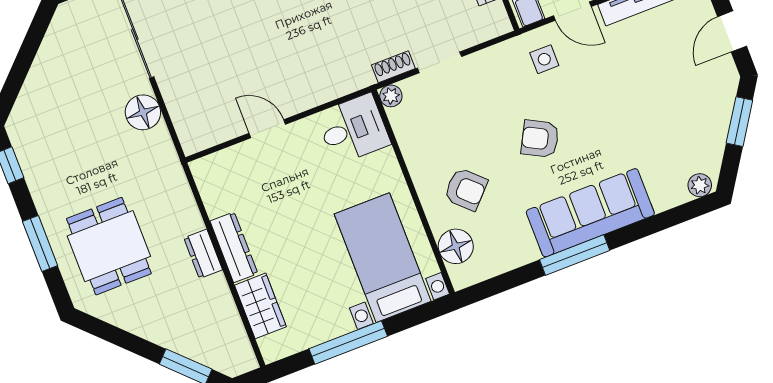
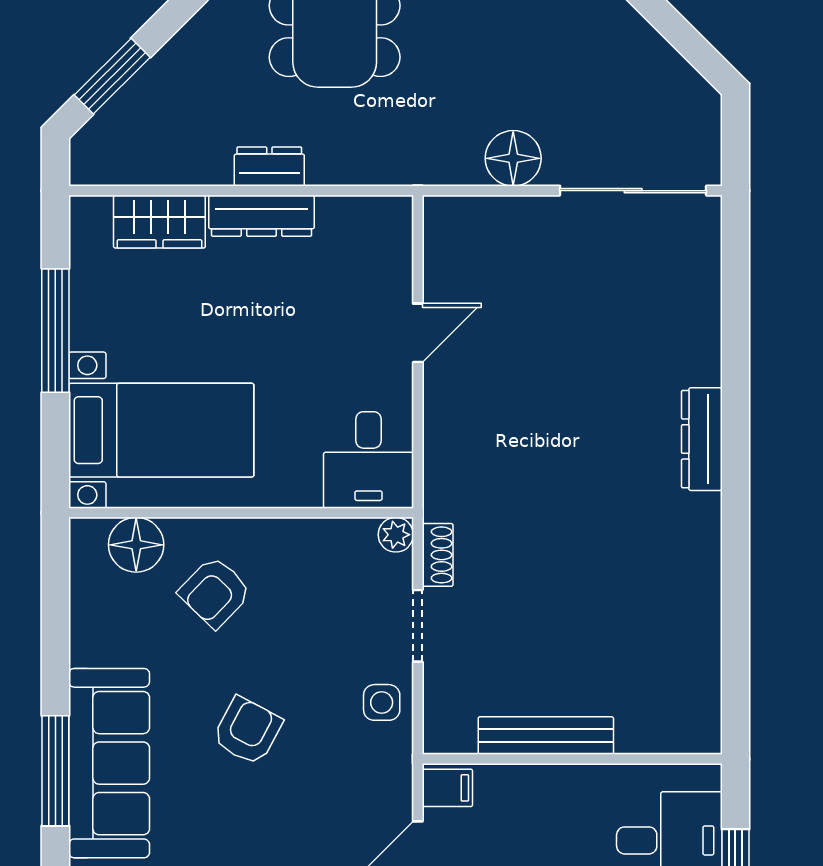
side table: (544, 59) -> (382, 702), moved
window: (575, 255) -> (55, 771), moved

